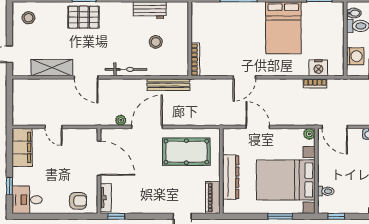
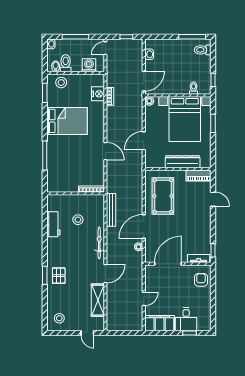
pallet: (84, 17) -> (59, 276), width x0.67, depth x0.71
stool: (333, 20) -> (61, 83), added
door: (147, 127) -> (144, 227), hinge flipped
desk: (27, 200) -> (186, 319), moved

